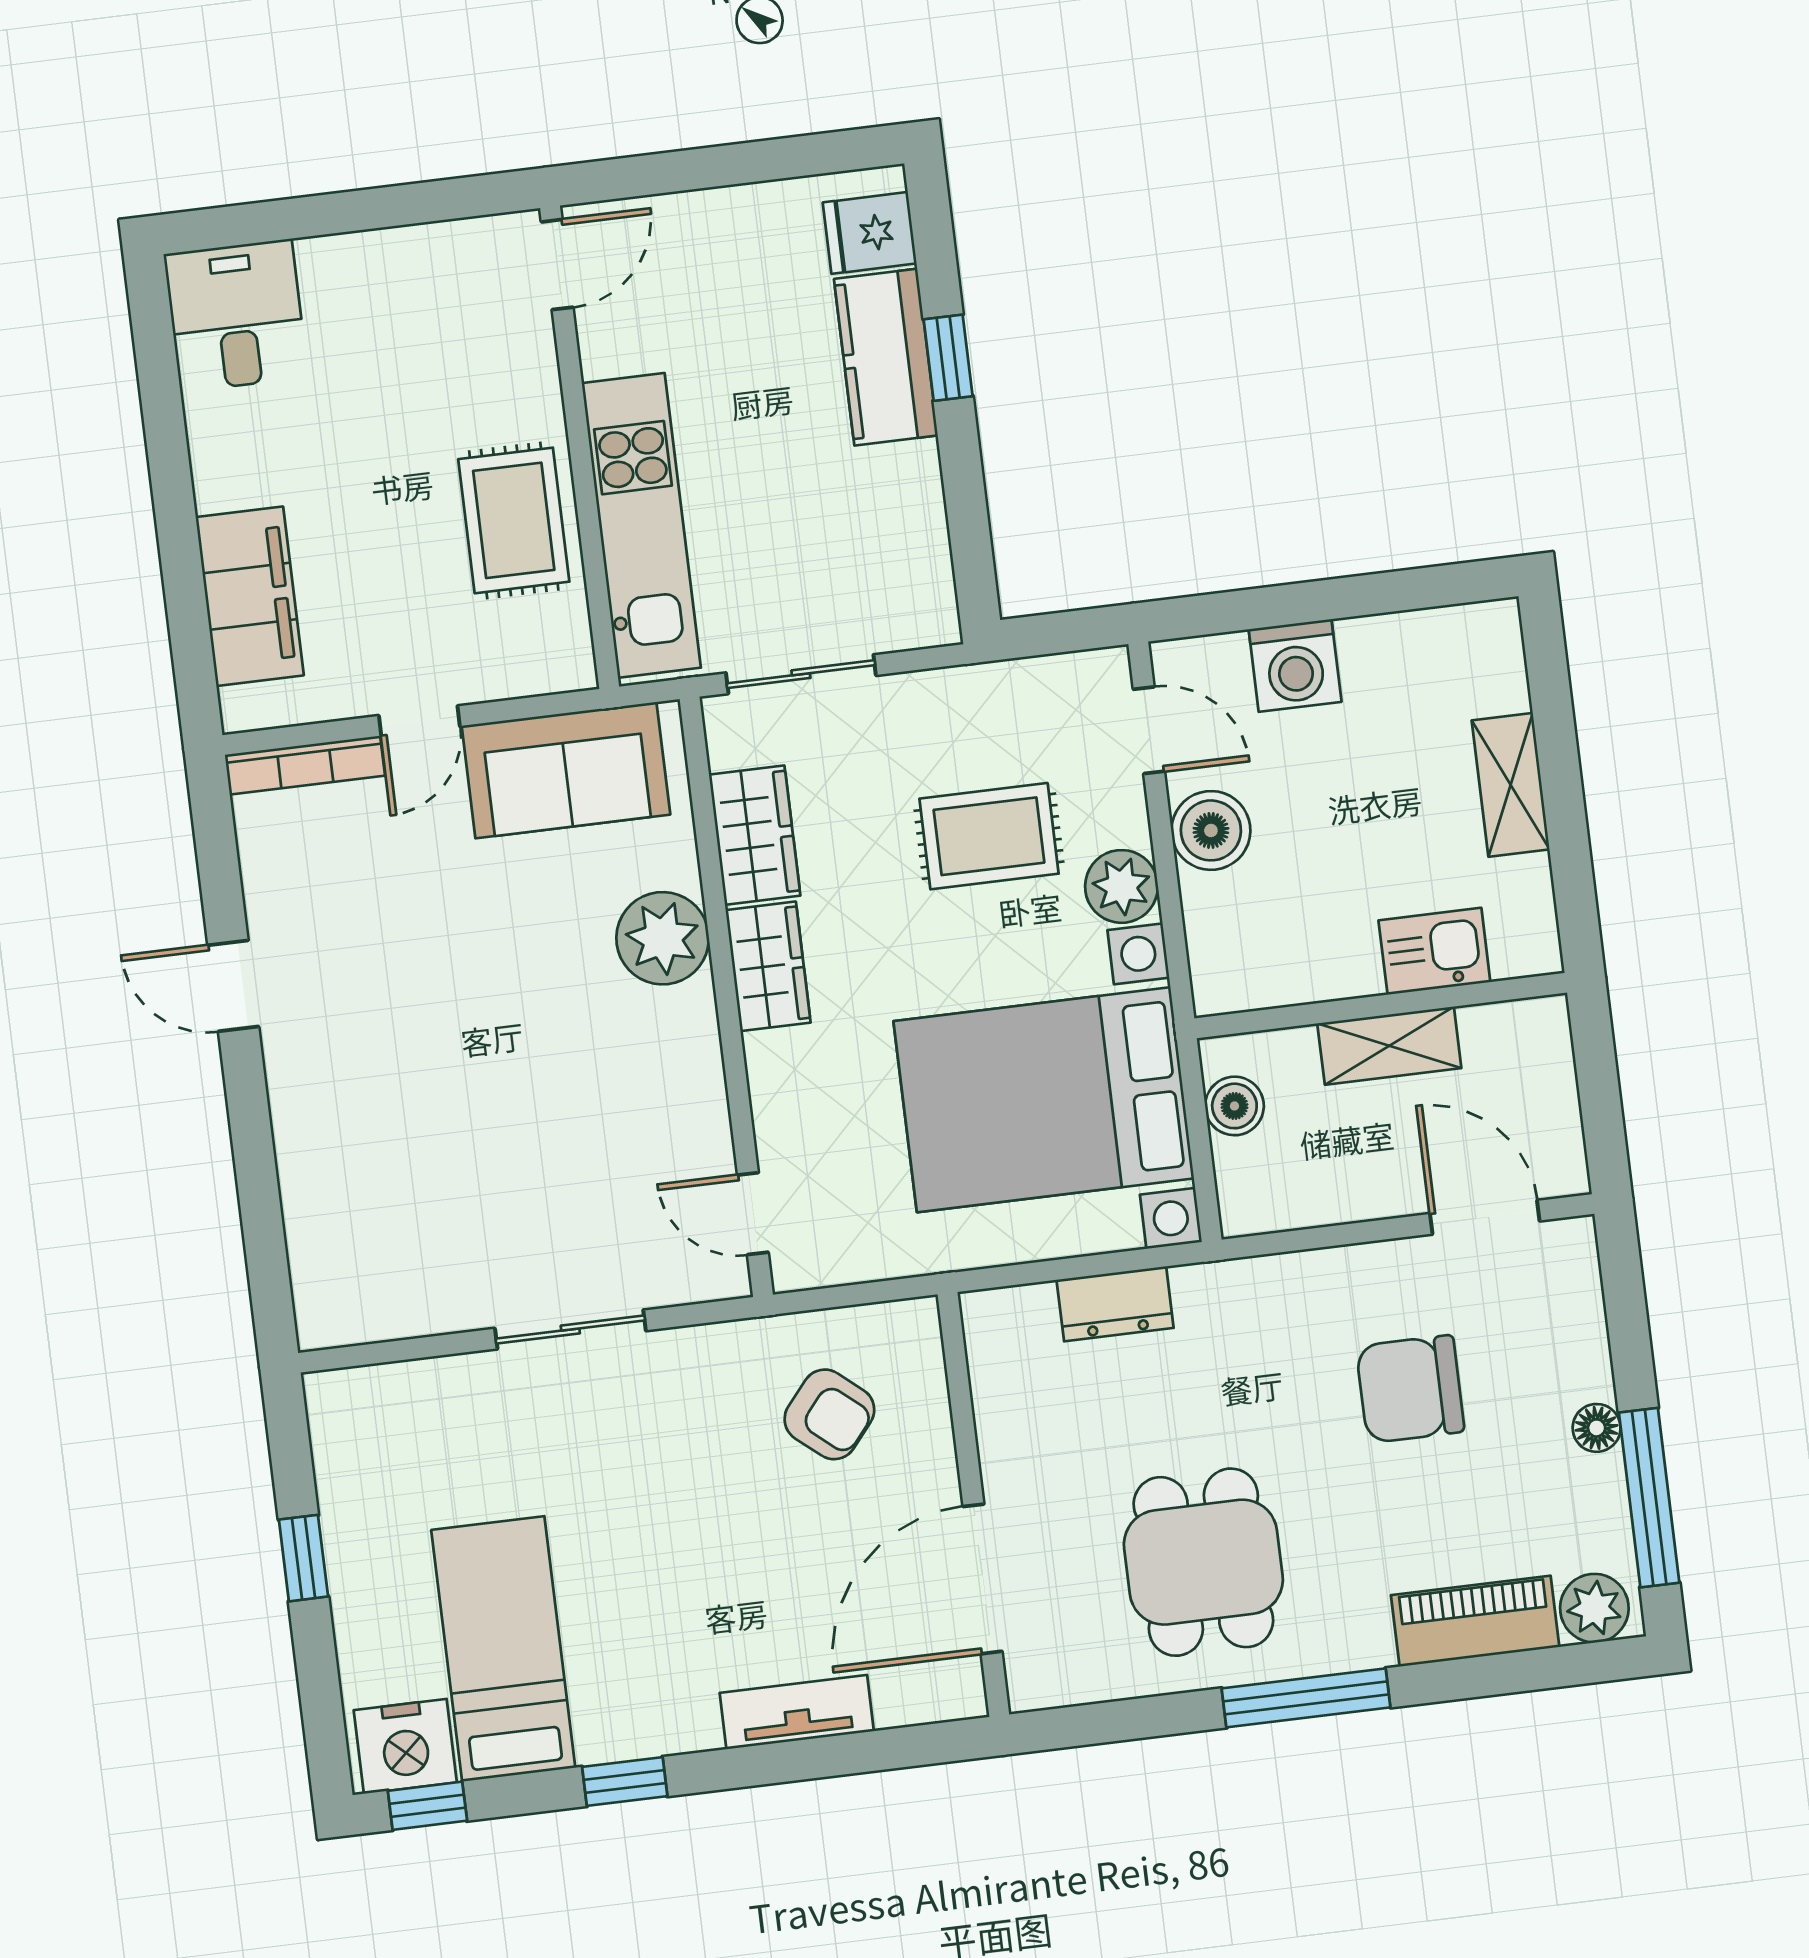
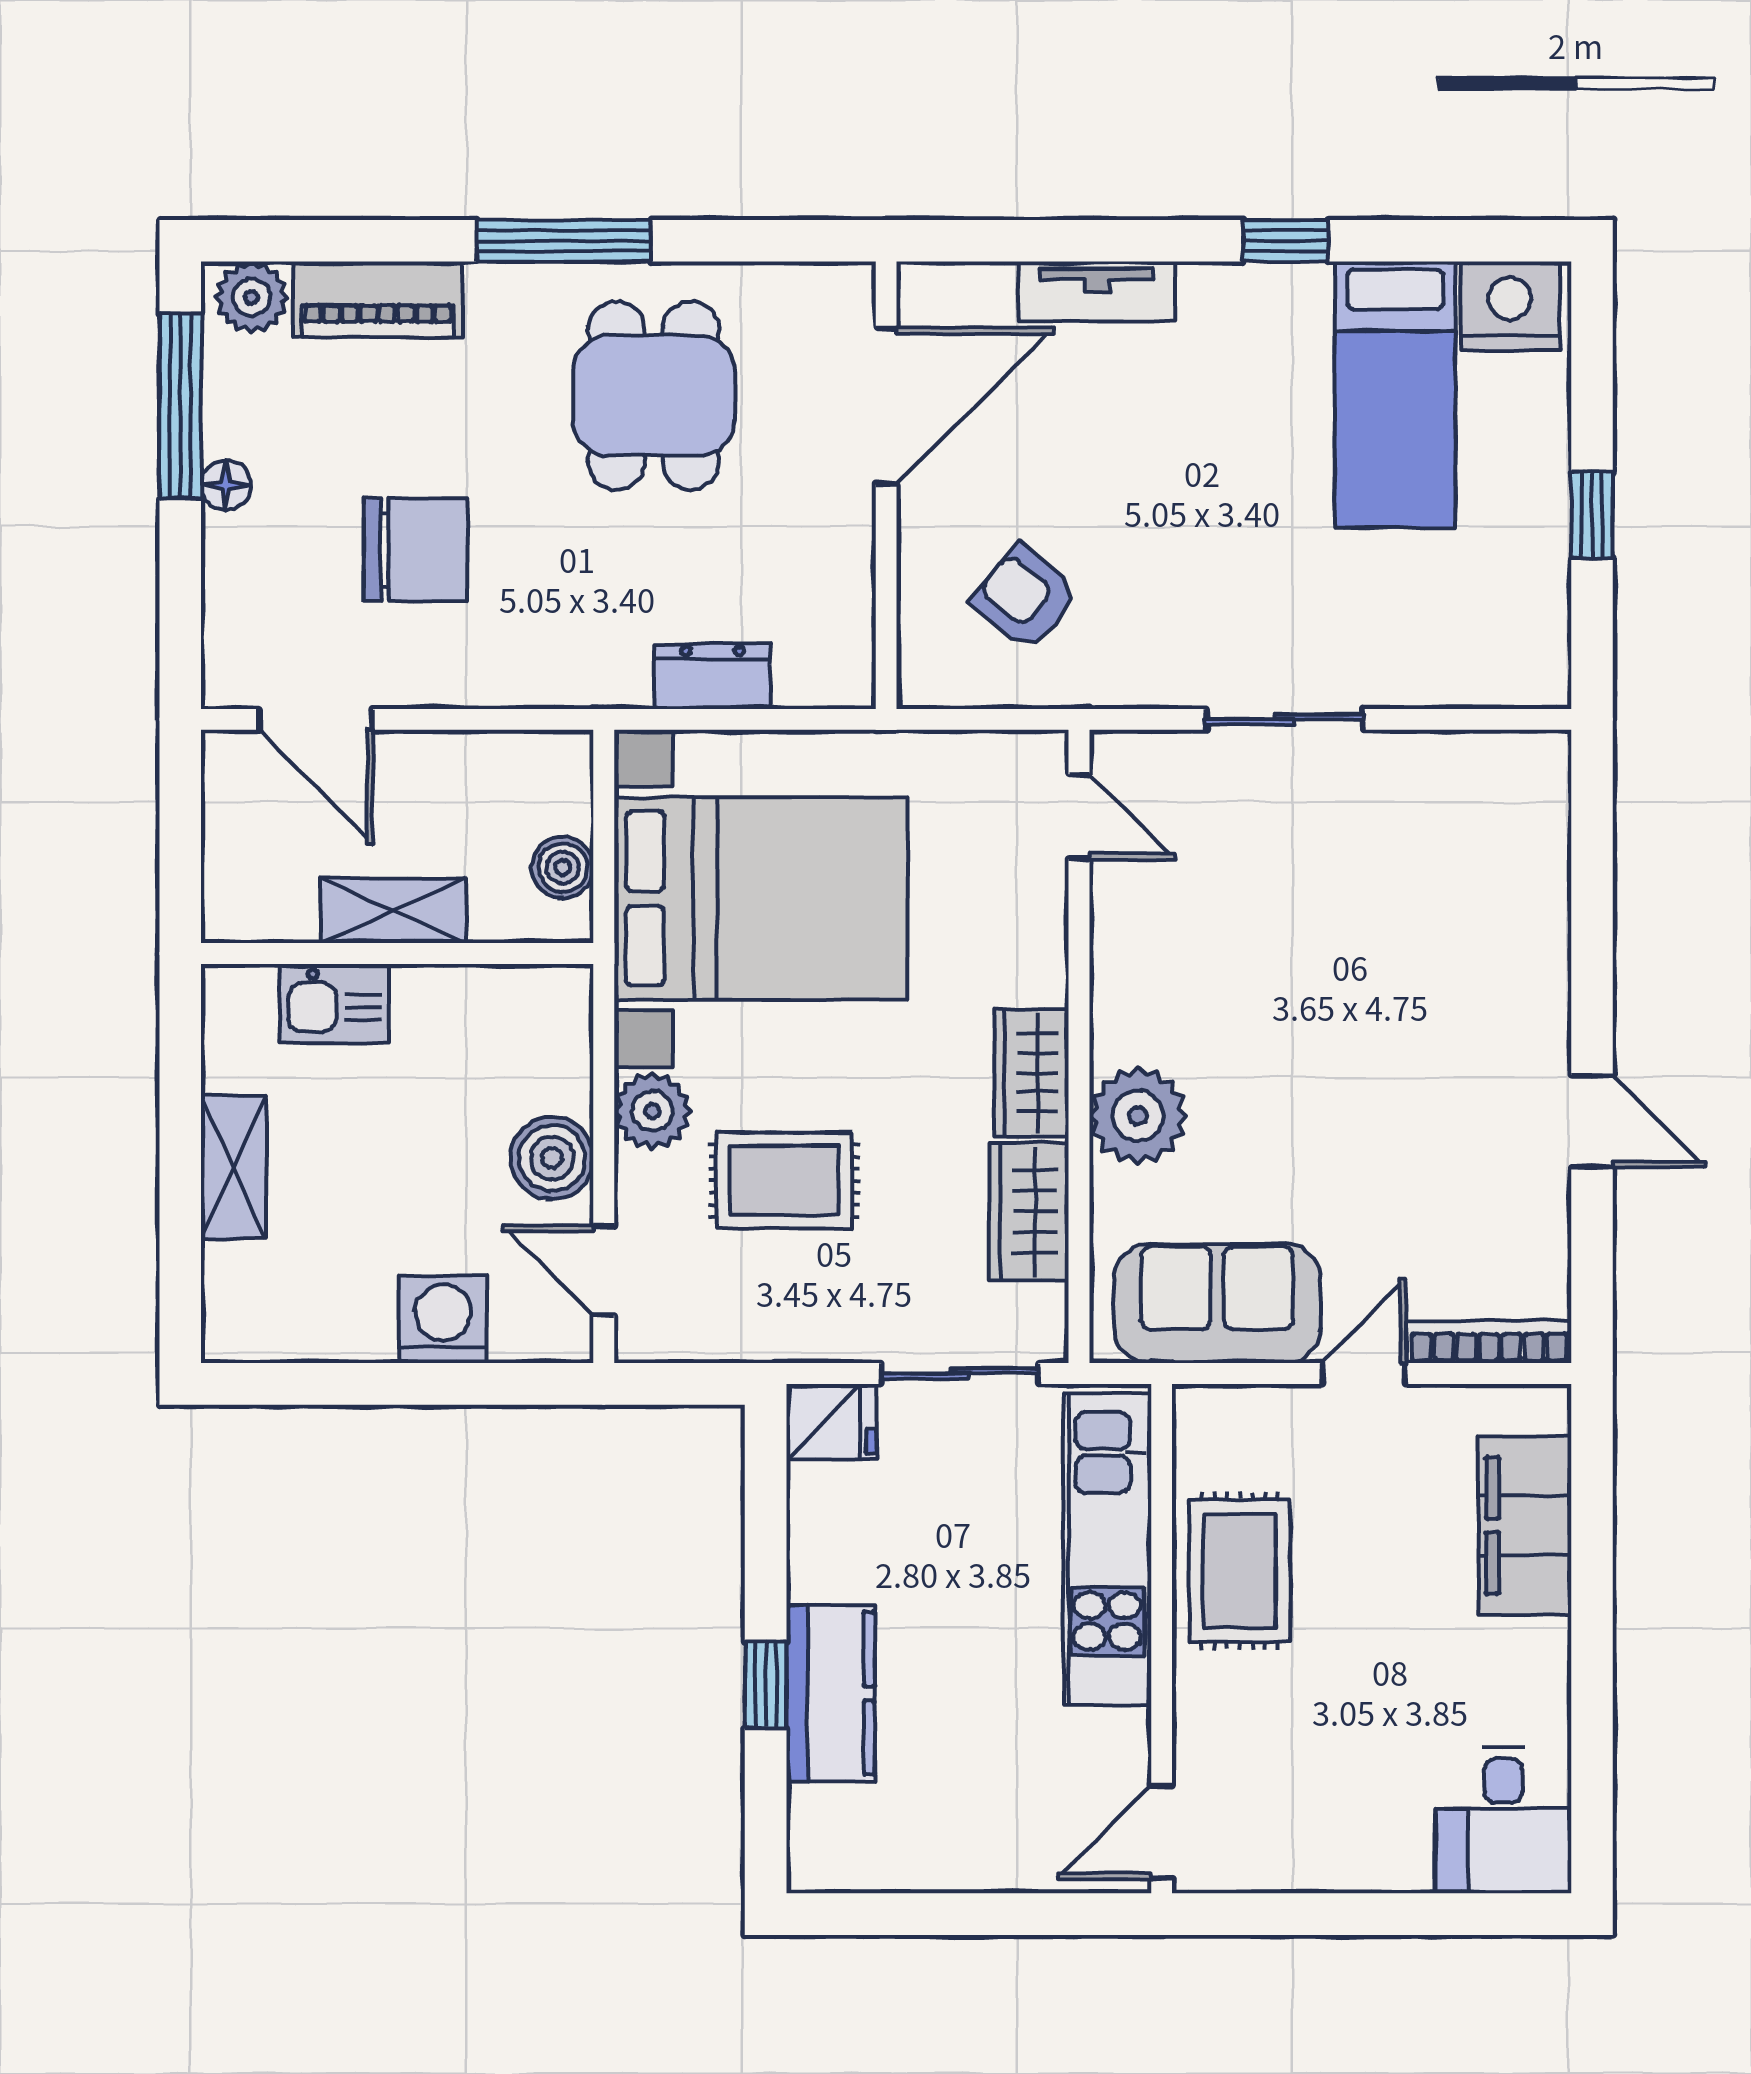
fridge: (870, 233) -> (831, 1422), moved
window: (427, 1806) -> (1494, 241), removed

